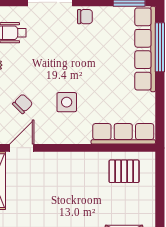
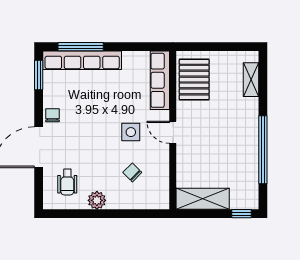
door: (22, 148) -> (173, 132), moved
pallet: (124, 171) -> (194, 80), width x1.50, depth x1.42

